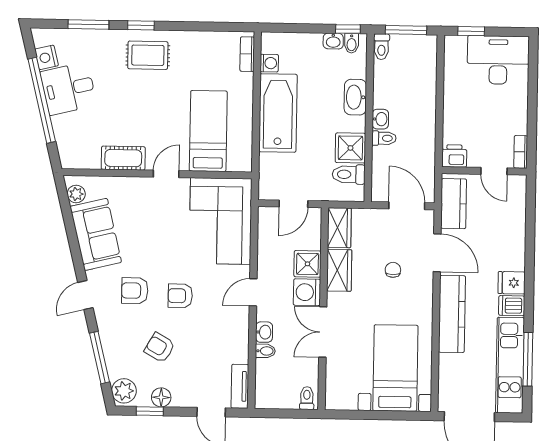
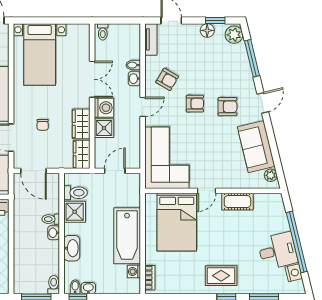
bed: (208, 131) -> (177, 222), width x1.50
armchair: (160, 348) -> (167, 79), moved

